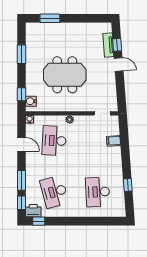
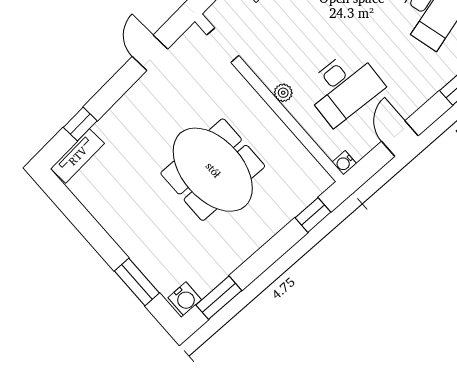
tv unit: (108, 45) -> (78, 156), moved
window: (22, 54) -> (219, 298), moved
door: (119, 65) -> (150, 53), moved
water cooler: (31, 101) -> (185, 299), moved

